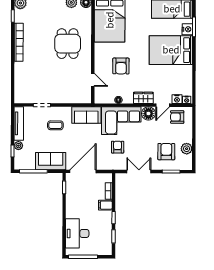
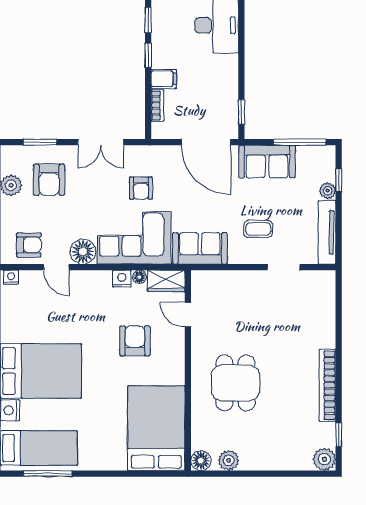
wardrobe: (143, 98) -> (166, 281), moved
nightstand: (177, 99) -> (122, 279), moved
door: (163, 105) -> (56, 267), swing flipped
door: (83, 171) -> (206, 142), hinge flipped

